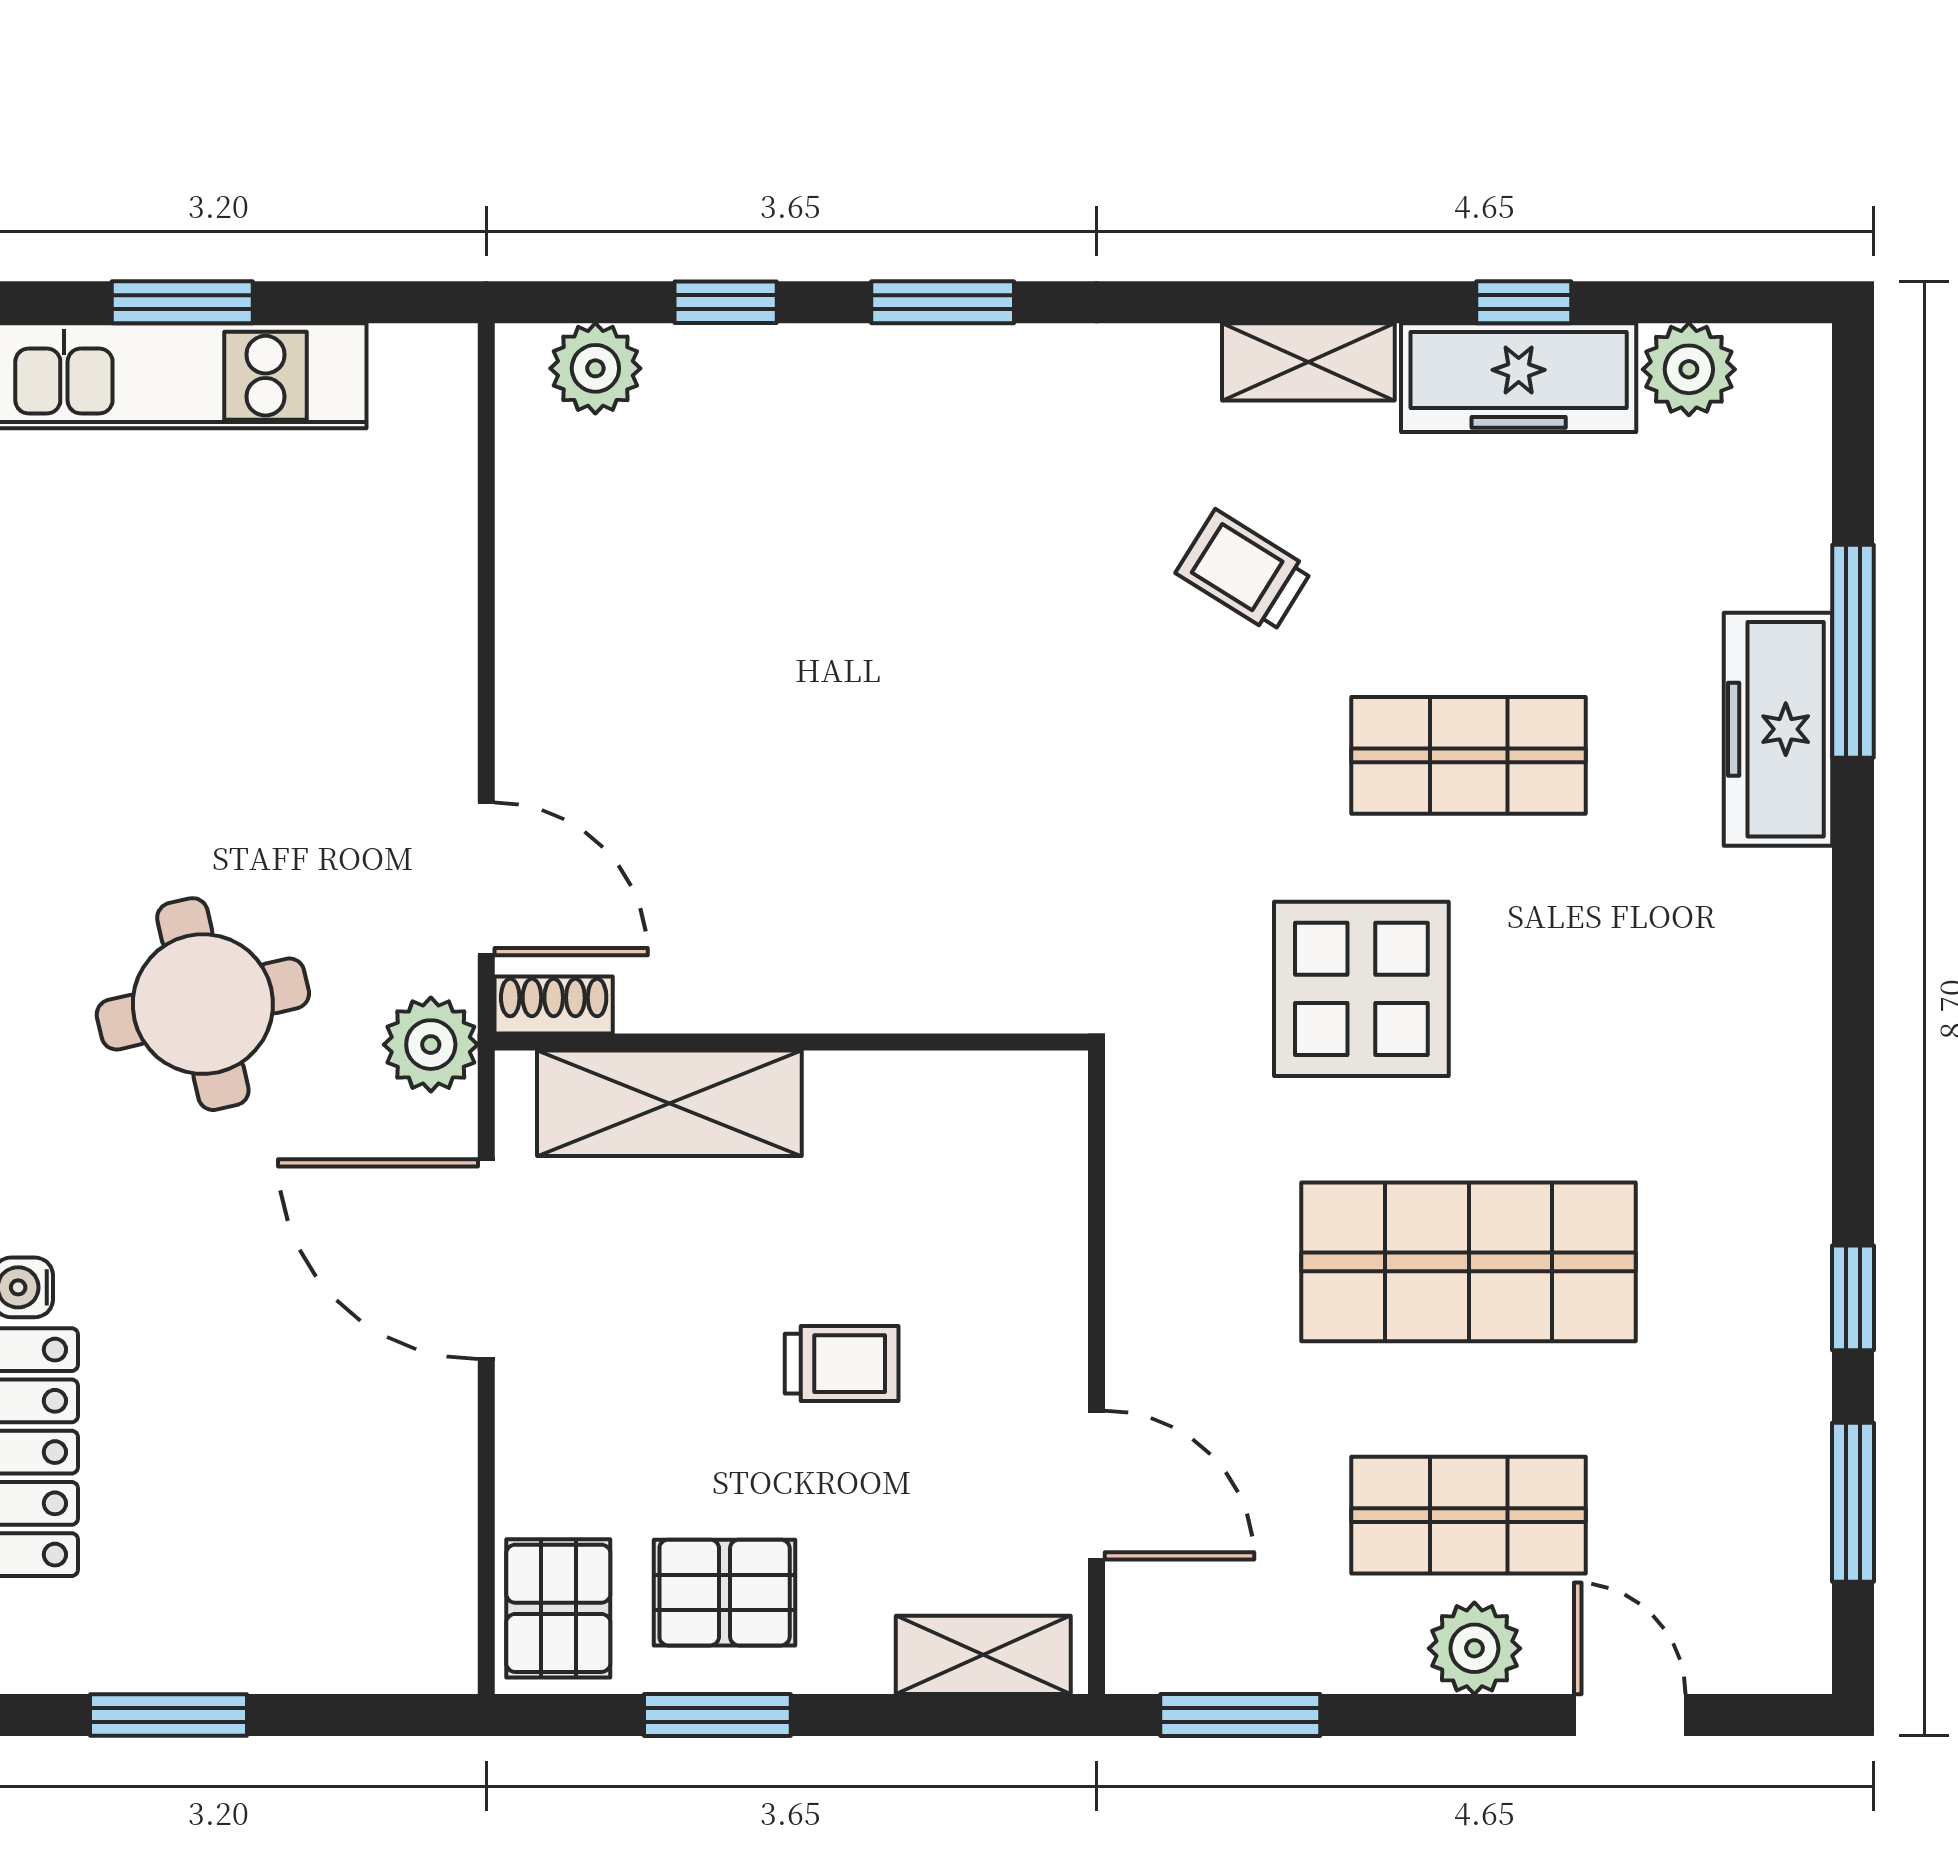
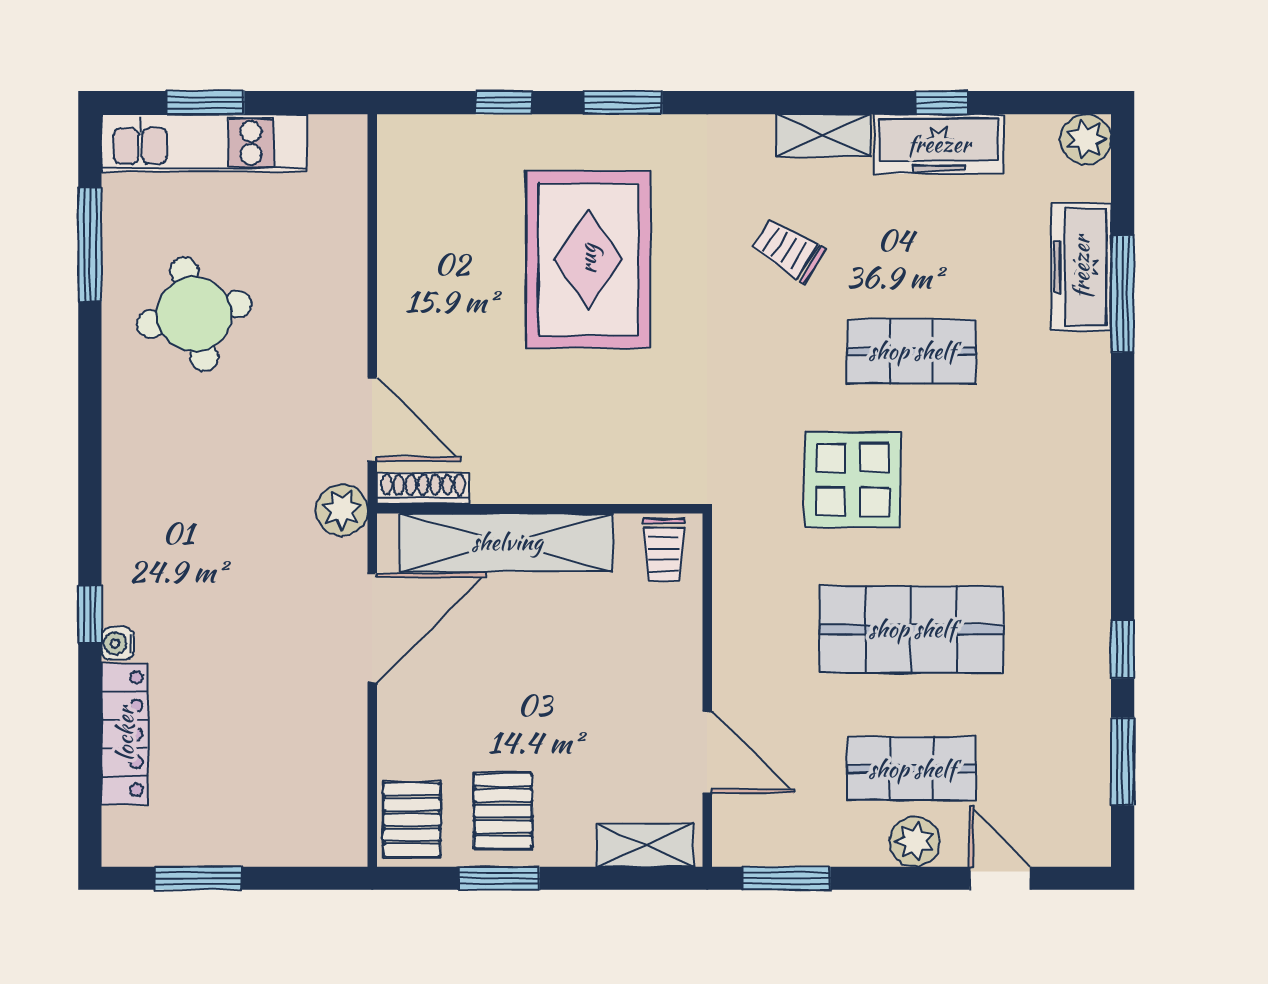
plant: (595, 368) -> (432, 139), removed
plant: (1689, 369) -> (1086, 139), moved
rug: (880, 588) -> (588, 259), added
freezer: (1778, 729) -> (1081, 267), moved
round table: (203, 1004) -> (194, 314), moved
shoe rack: (554, 1005) -> (423, 488), width x1.43
shelving: (669, 1103) -> (507, 542), width x1.47
door: (486, 1259) -> (372, 628), swing flipped
trolley: (842, 1364) -> (664, 550), moved, turned 90
pallet: (725, 1593) -> (503, 811), turned 90

